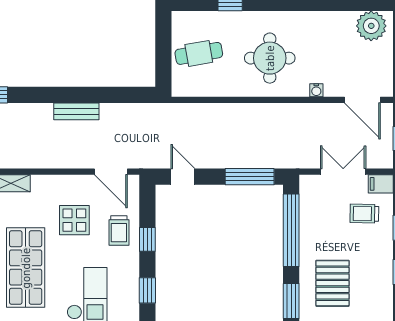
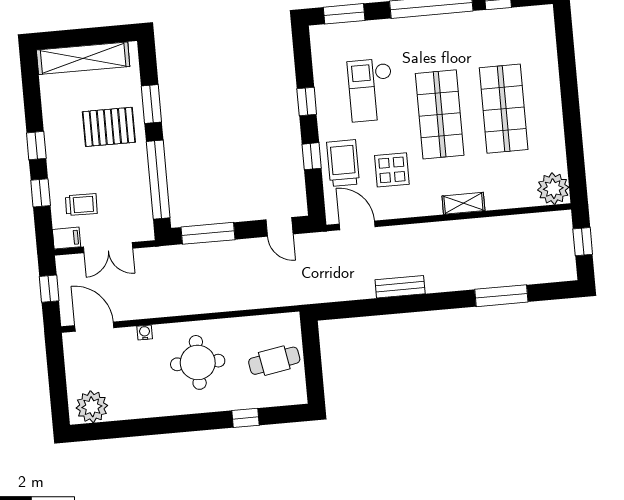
trolley: (119, 230) -> (343, 163), width x1.36, depth x1.39
pallet: (332, 283) -> (109, 127), turned 90

